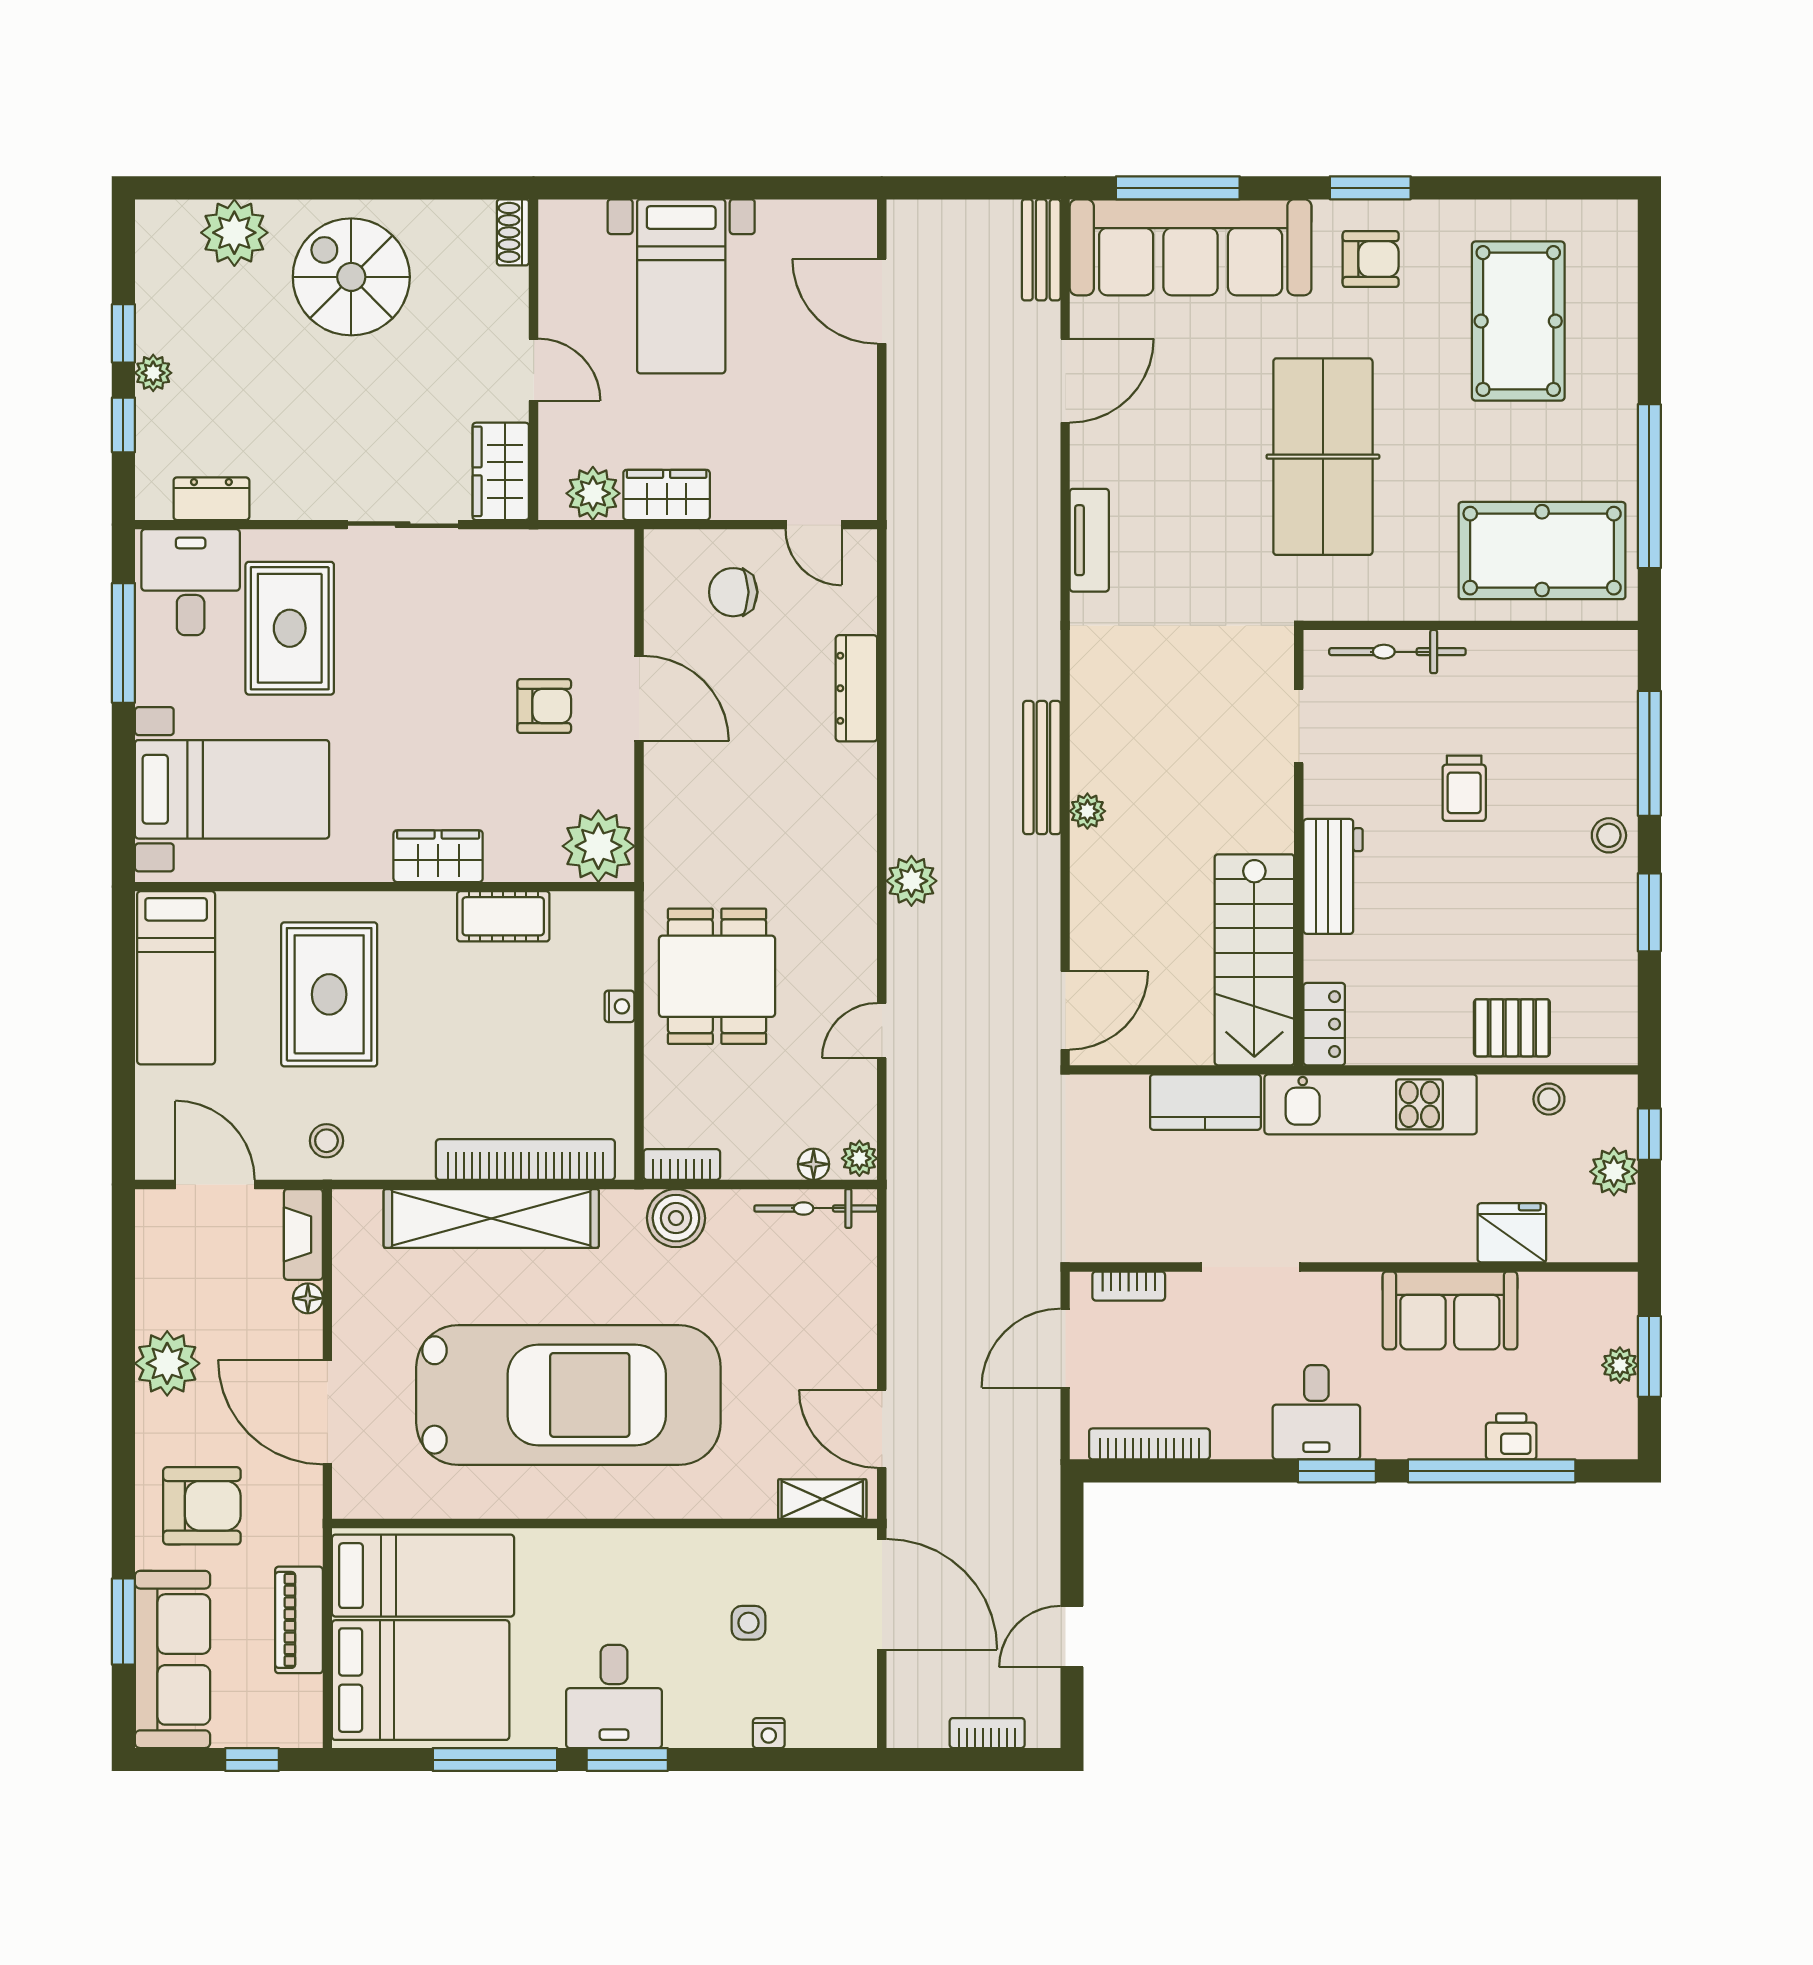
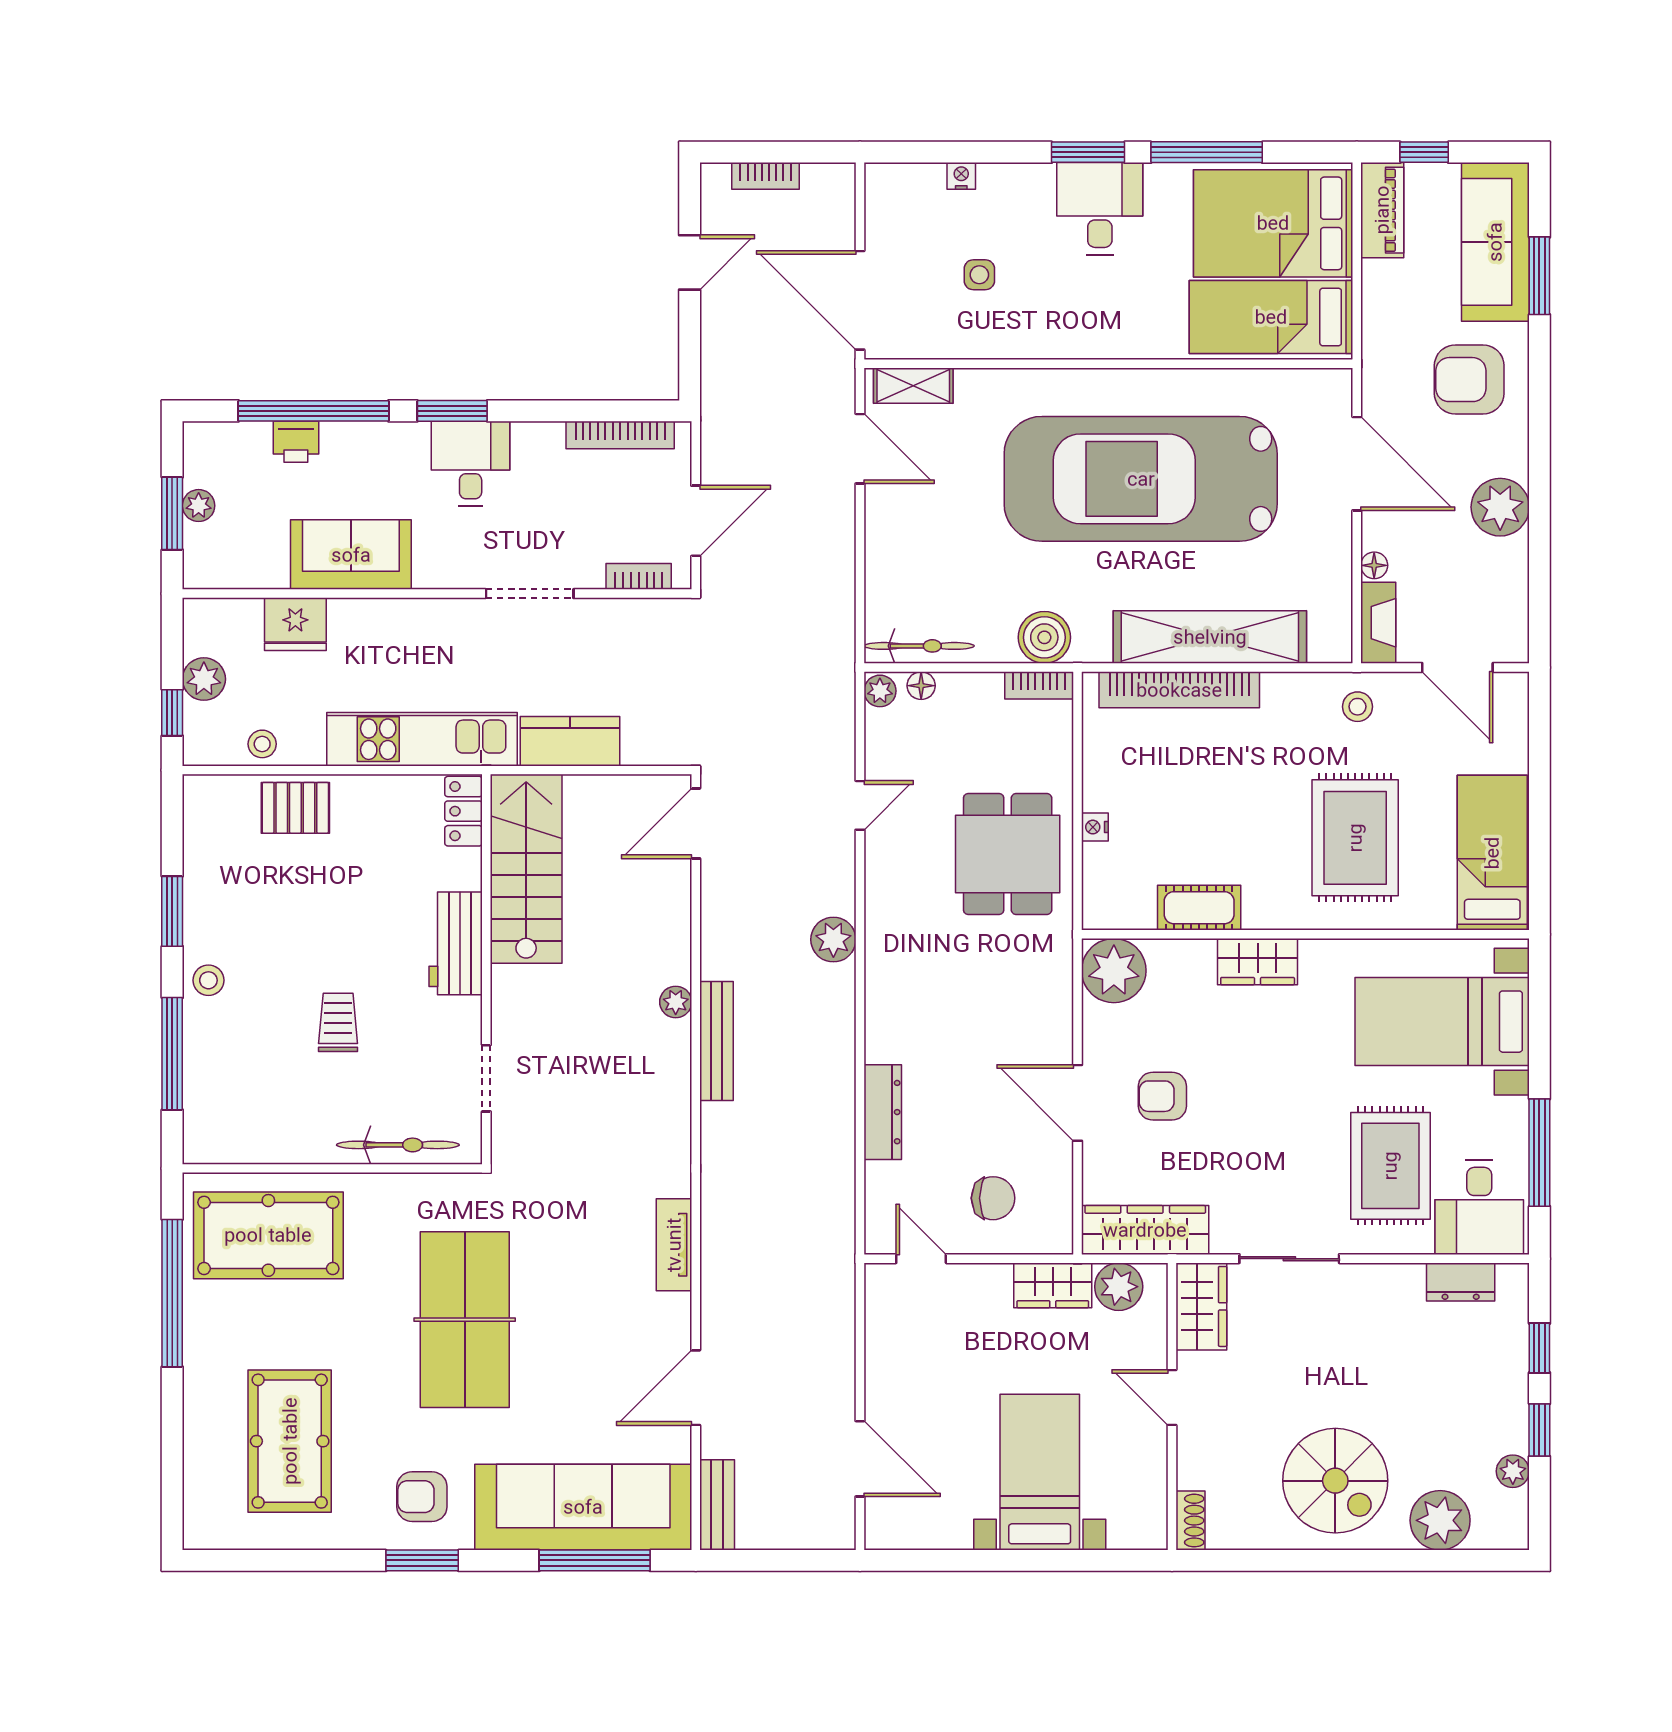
plant: (153, 373) -> (1513, 1471), moved
wardrobe: (563, 557) -> (1145, 1230), added
piano: (299, 1620) -> (1382, 210), moved

